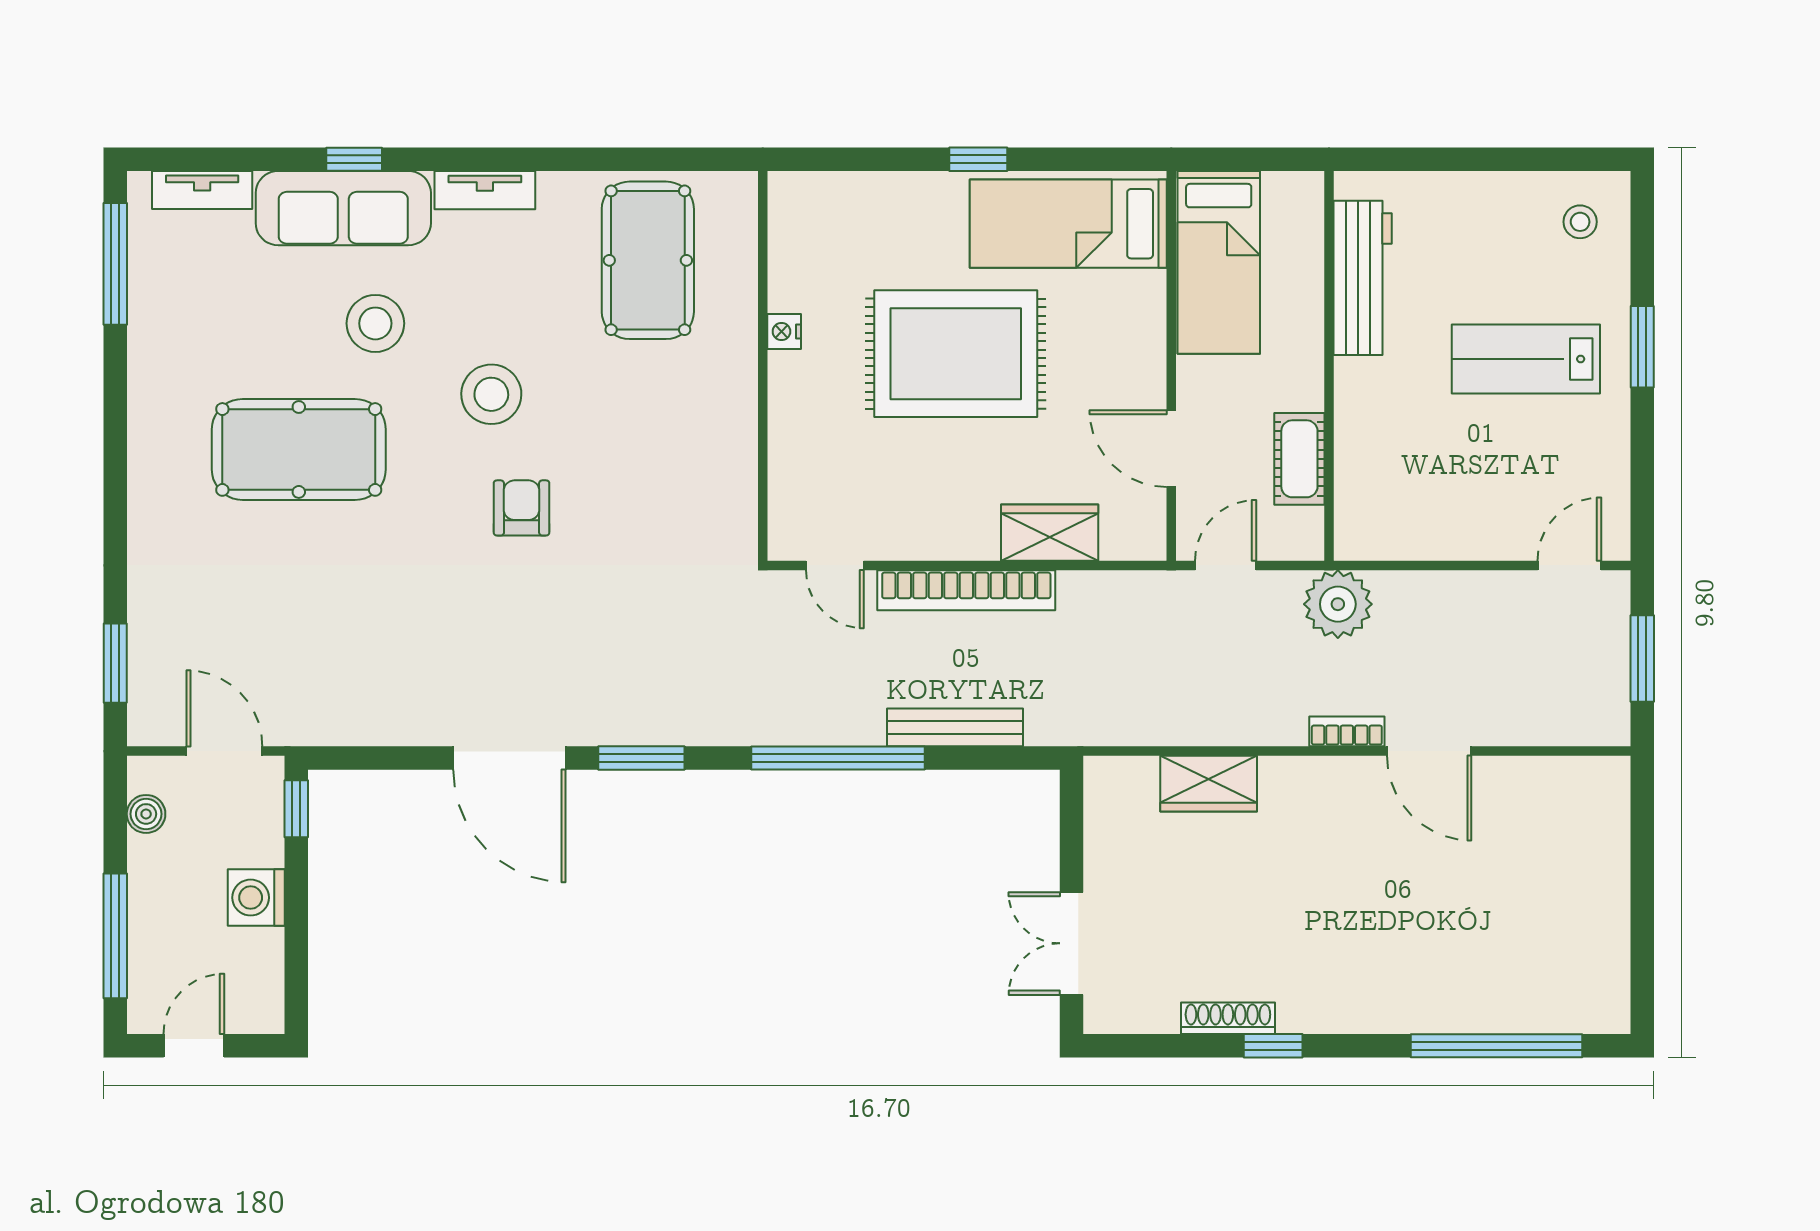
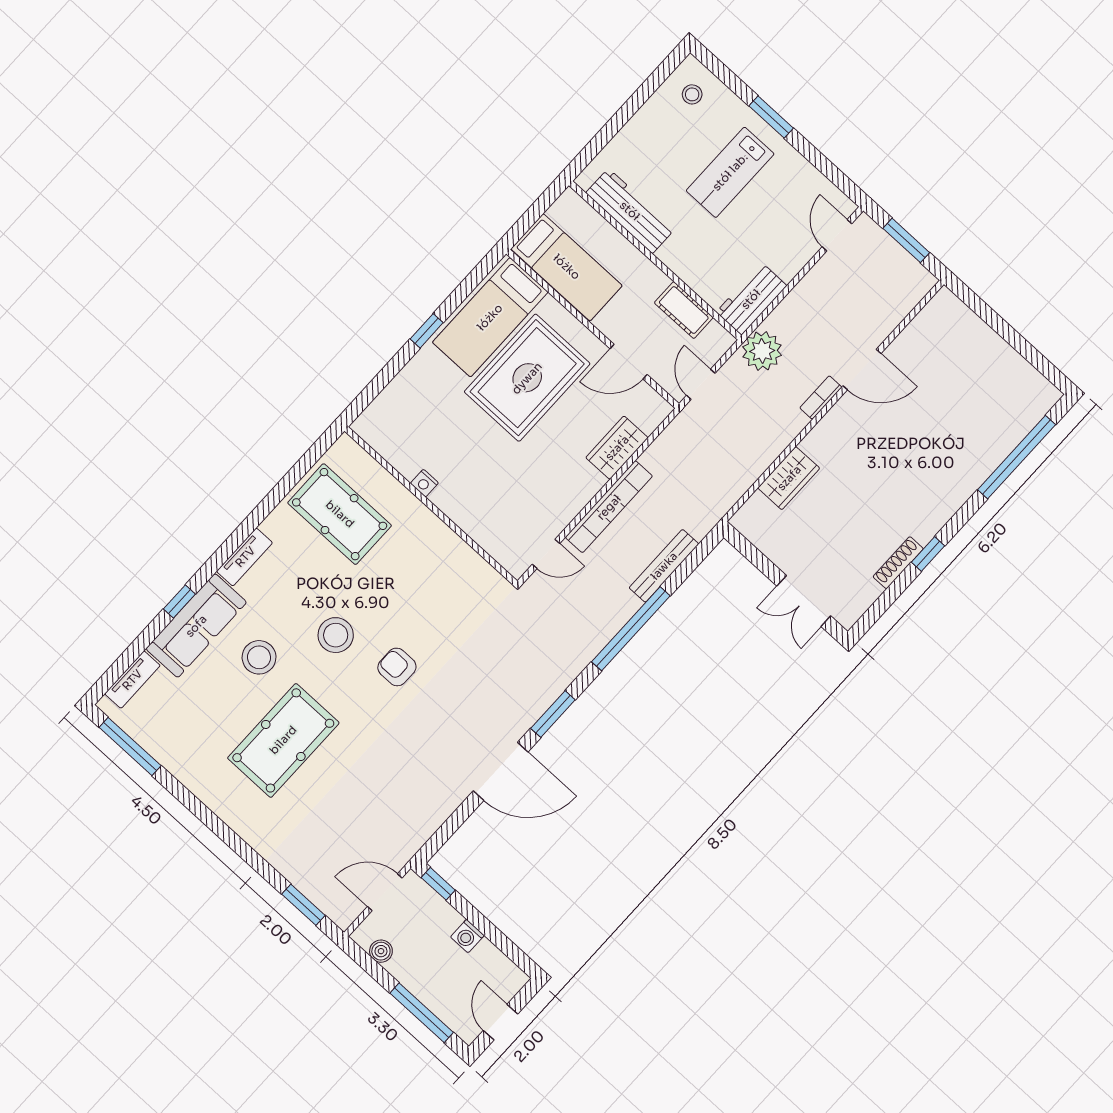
rug: (956, 354) -> (527, 378), moved
workbench: (1391, 531) -> (751, 299), added
washing machine: (256, 898) -> (467, 936), width x0.73, depth x0.73

